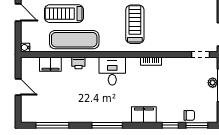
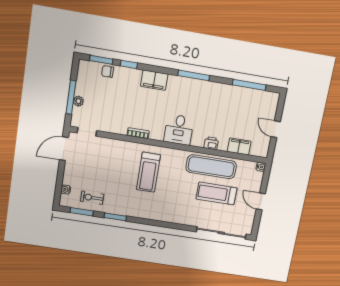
treadmill: (64, 14) -> (216, 193), turned 180

